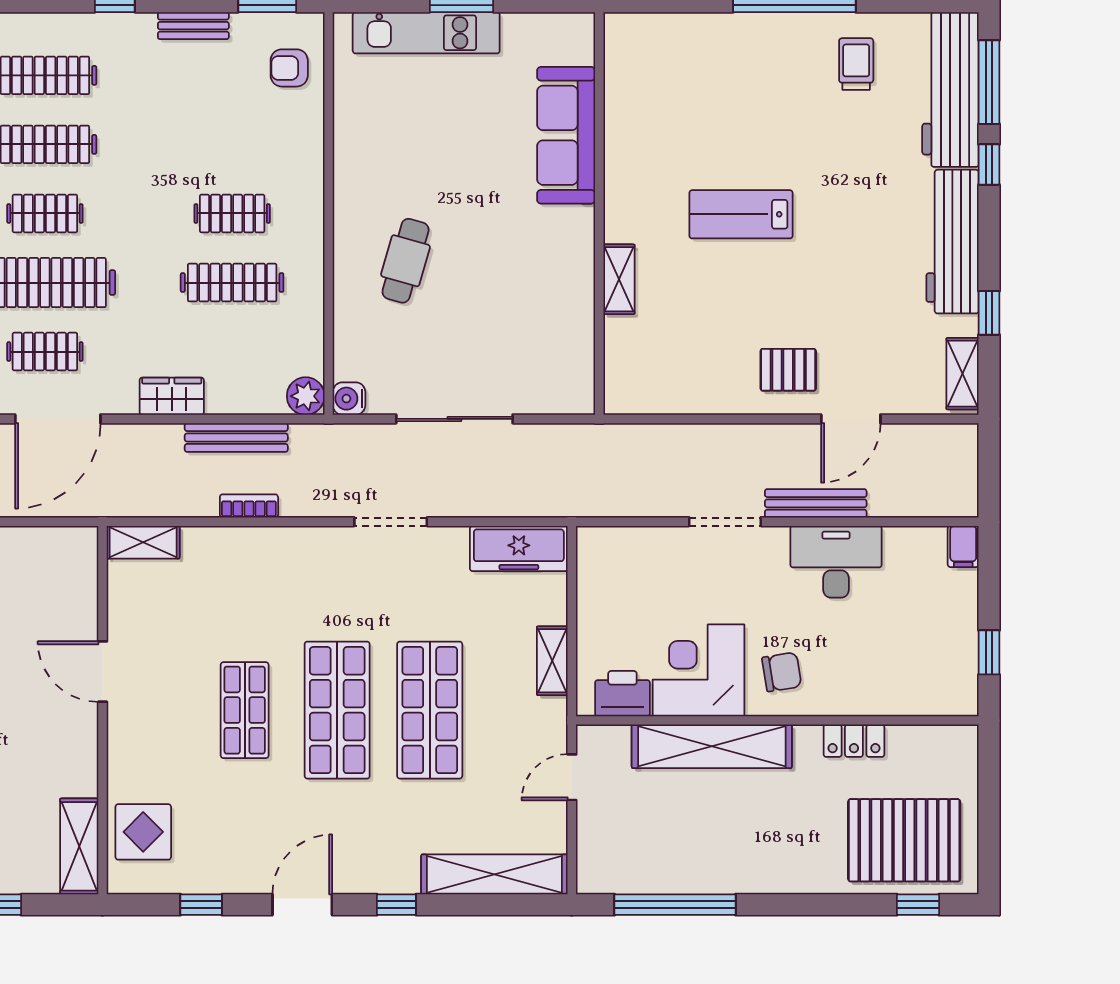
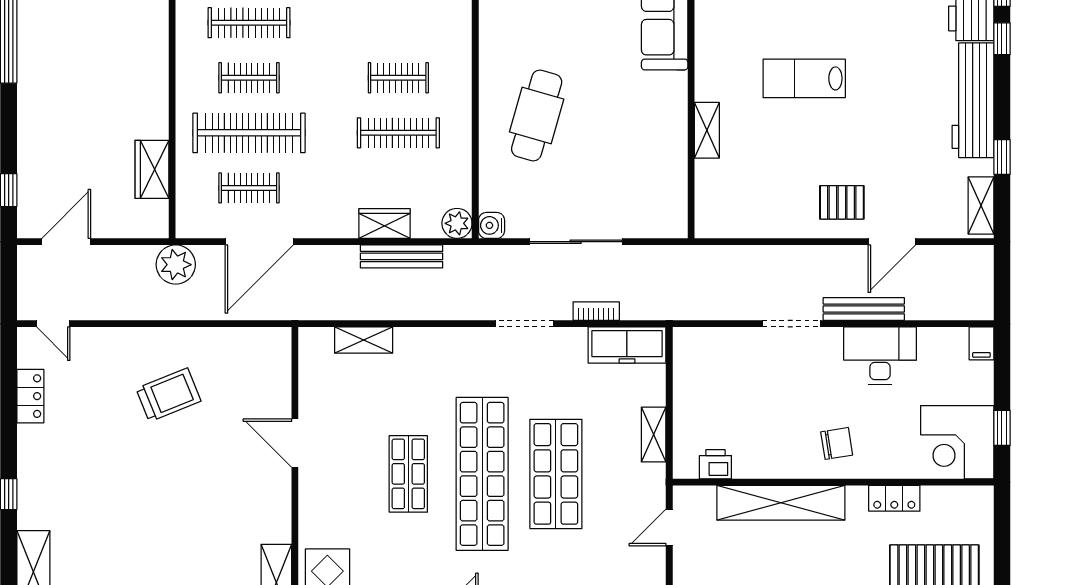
cafe table: (406, 261) -> (537, 115), width x1.37, depth x1.35
wardrobe: (172, 396) -> (384, 224), moved
bookcase: (249, 506) -> (596, 311), moved
shelving: (143, 542) -> (364, 340), moved
corner desk: (699, 670) -> (957, 442), moved, turned -90
printer: (622, 694) -> (715, 464), width x0.73, depth x0.81
shop shelf: (337, 710) -> (482, 474), width x1.40

